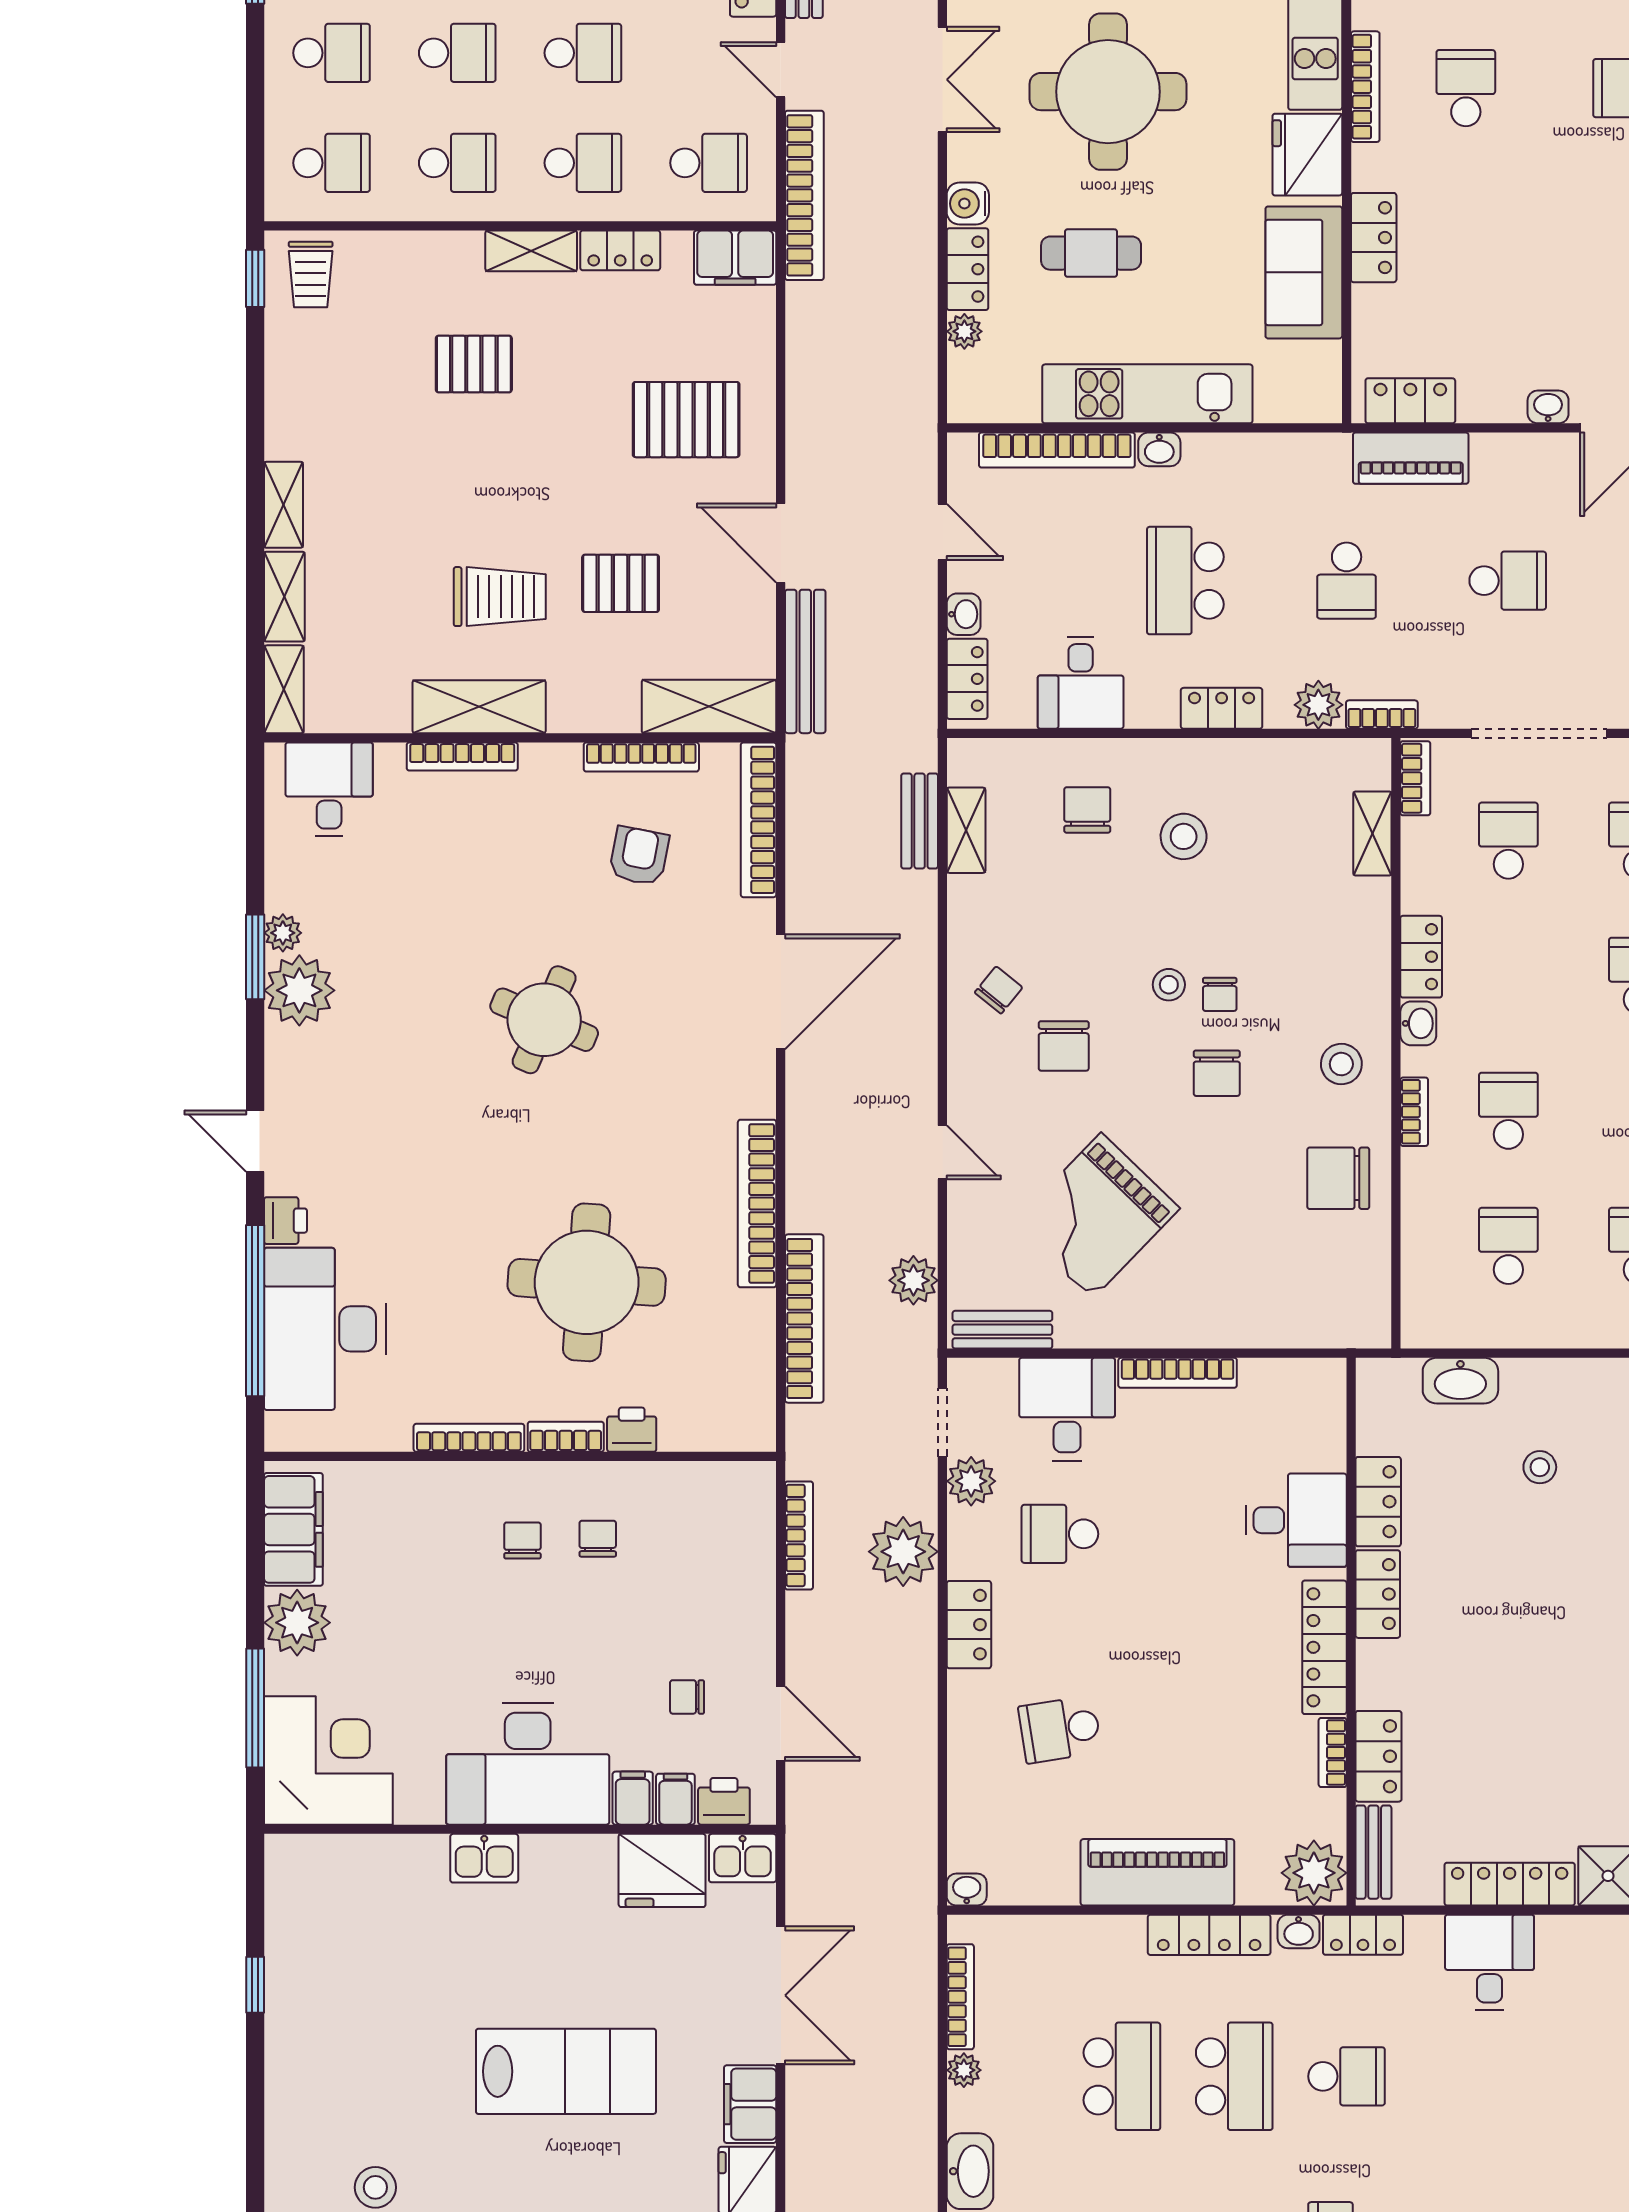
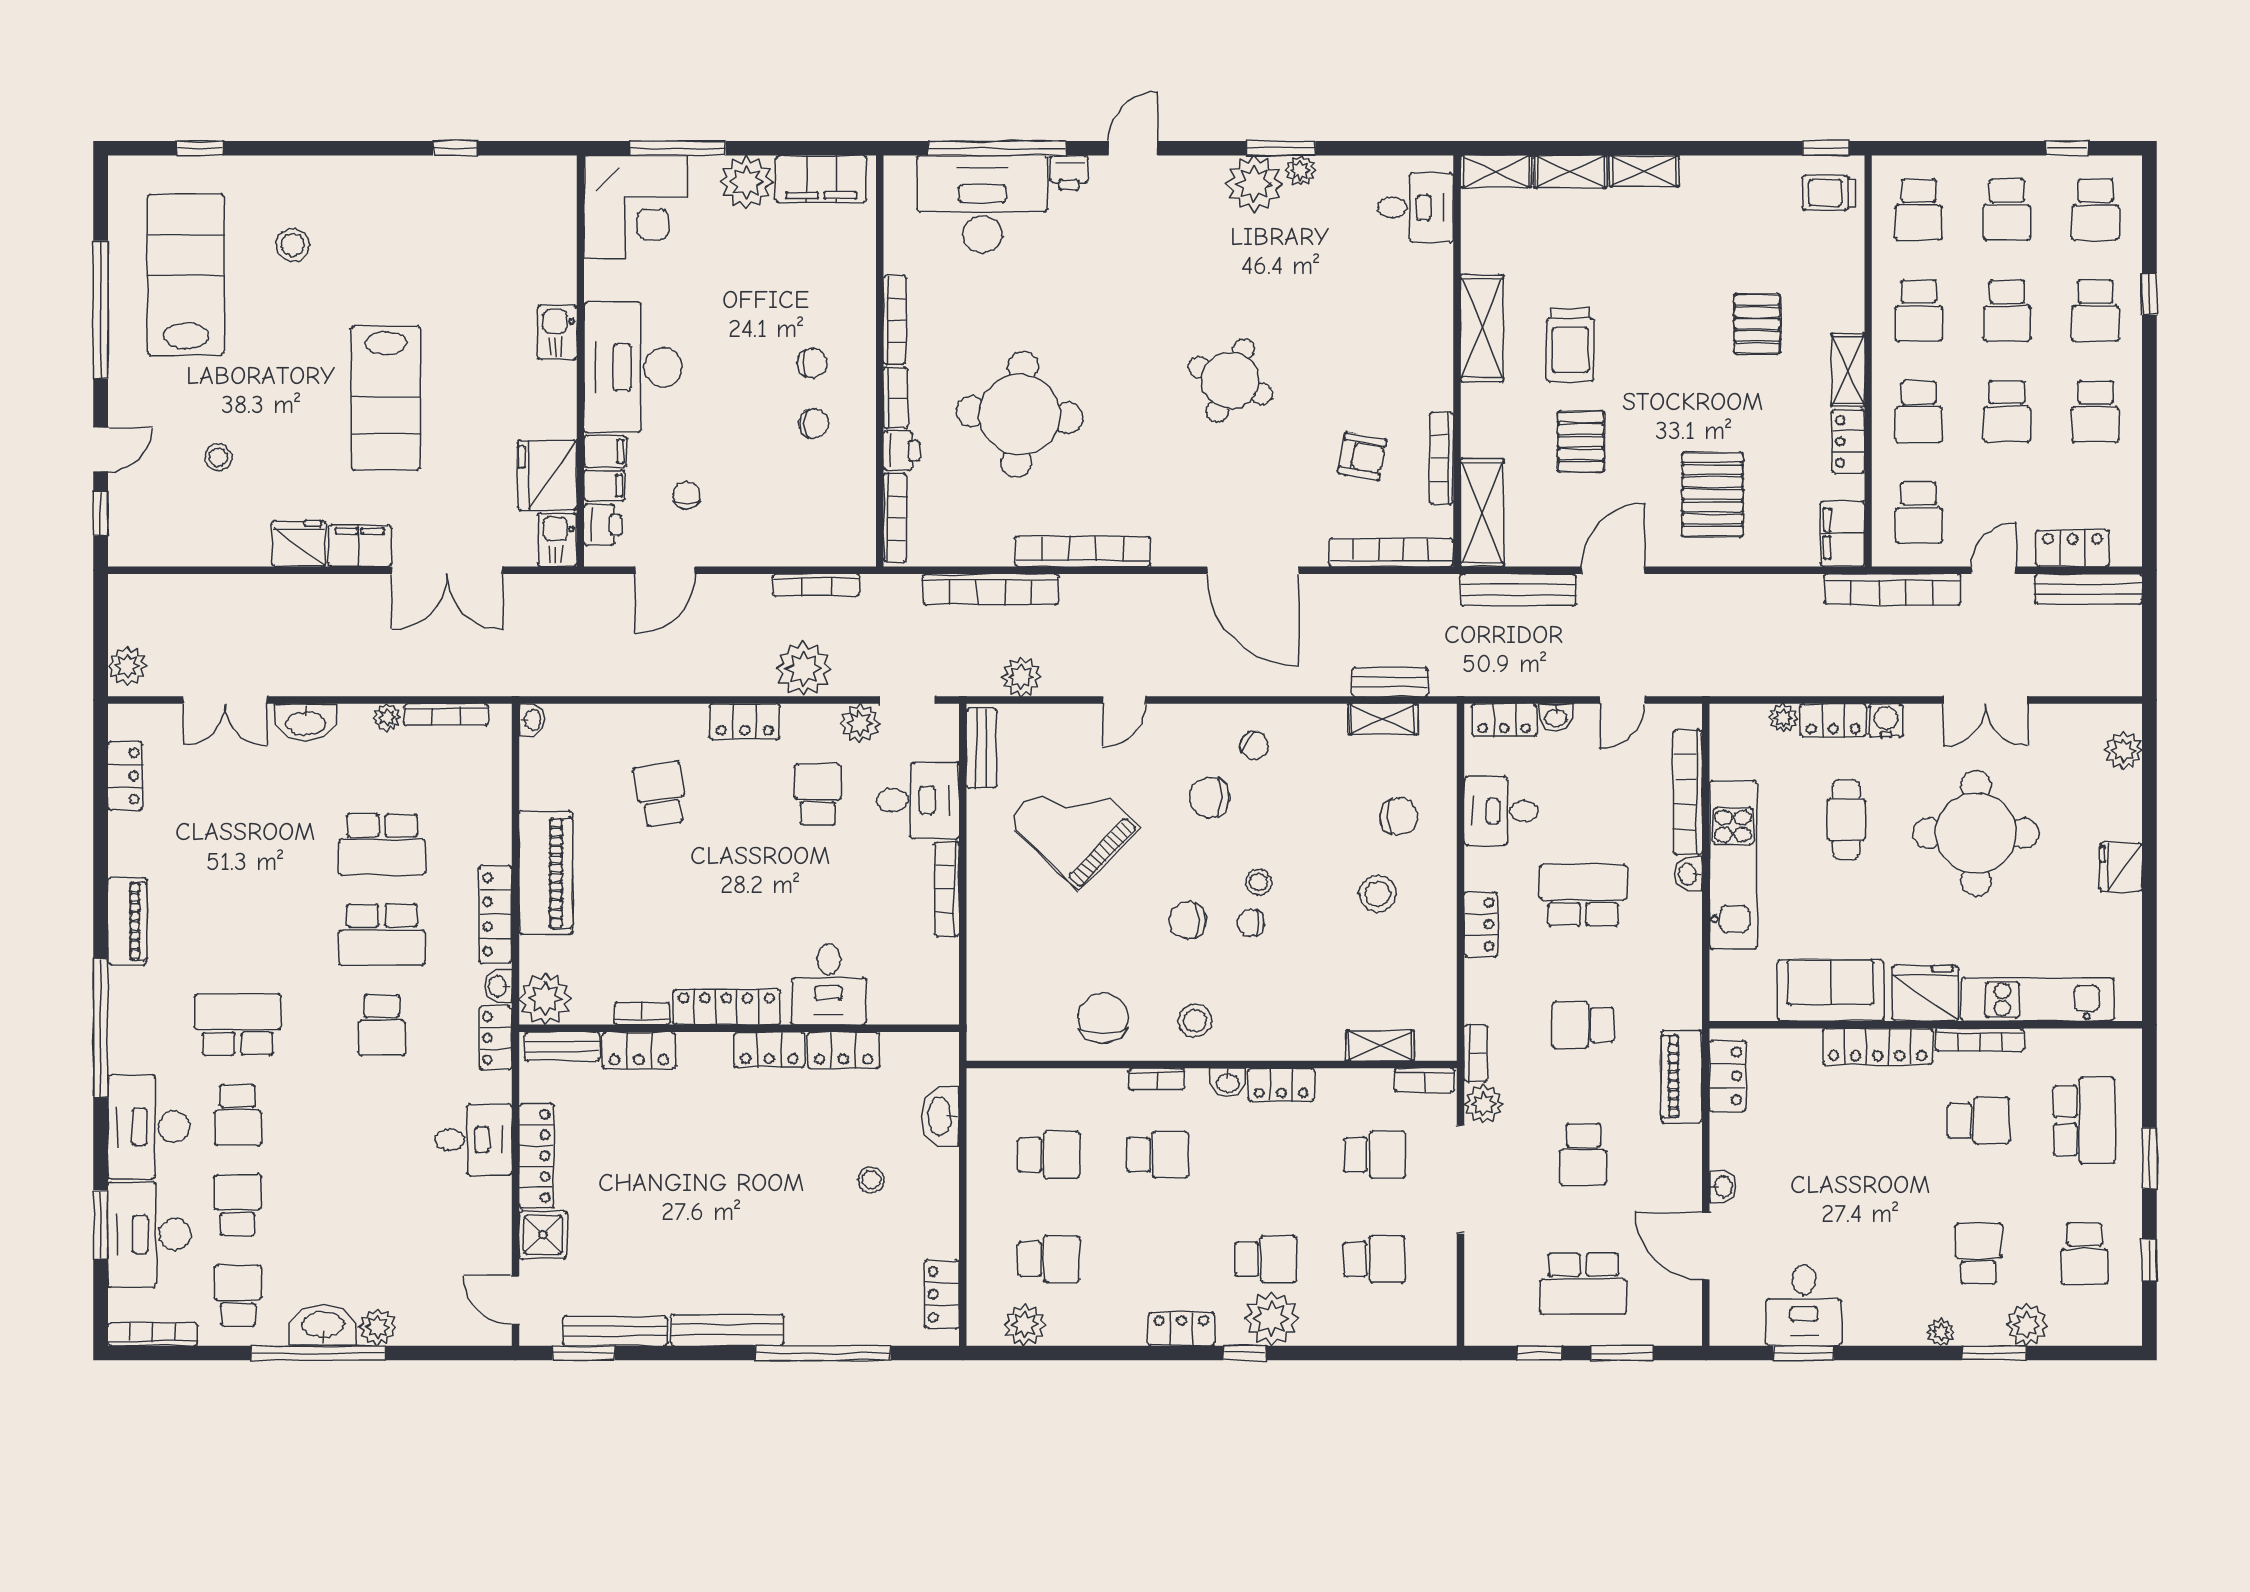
locker: (1374, 238) -> (1878, 1047), width x1.53
plant: (1318, 705) -> (1483, 1104), moved
bookcase: (462, 756) -> (895, 518), moved, turned 180

